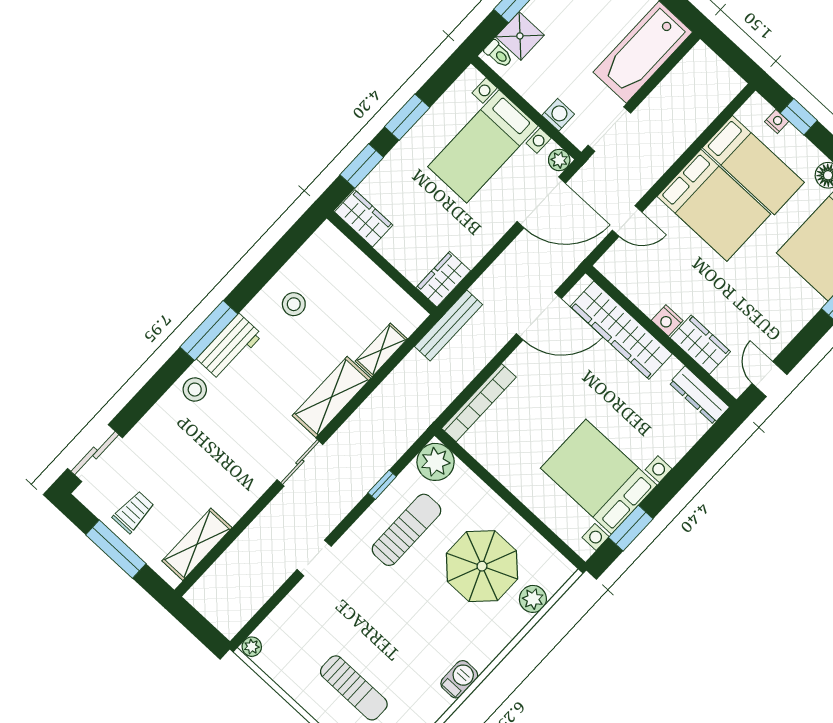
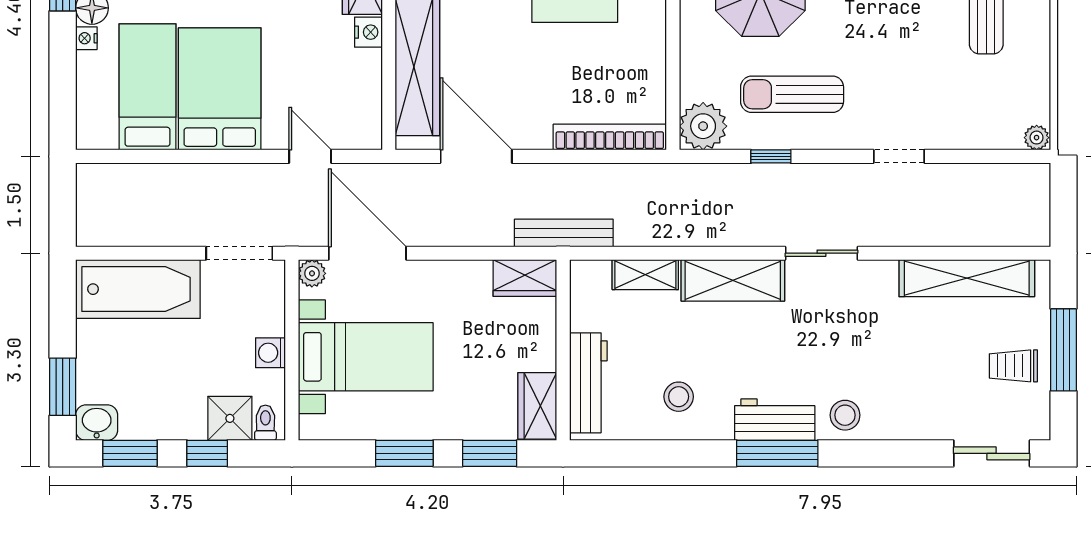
washing machine: (558, 115) -> (271, 353), moved
window: (799, 117) -> (63, 86), removed
nightstand: (777, 121) -> (86, 38), moved
workbench: (350, 260) -> (588, 383), added
shelving: (197, 544) -> (967, 278), width x1.47

